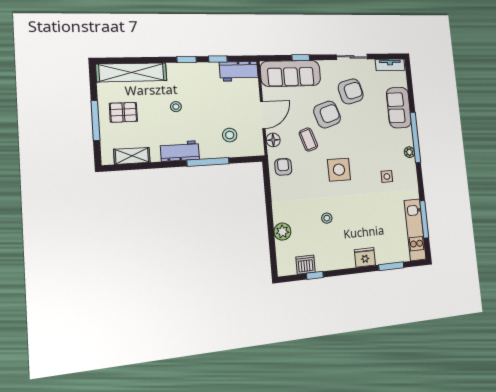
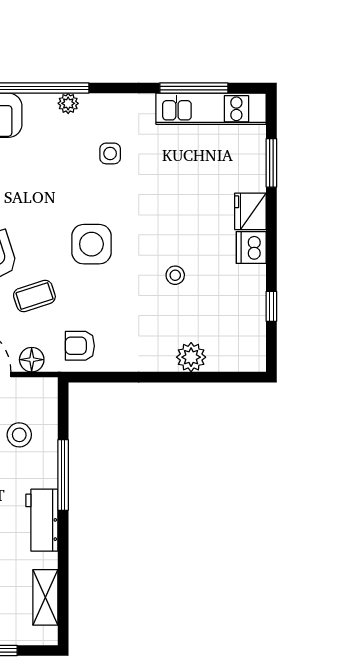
dishwasher: (306, 265) -> (251, 248), moved

